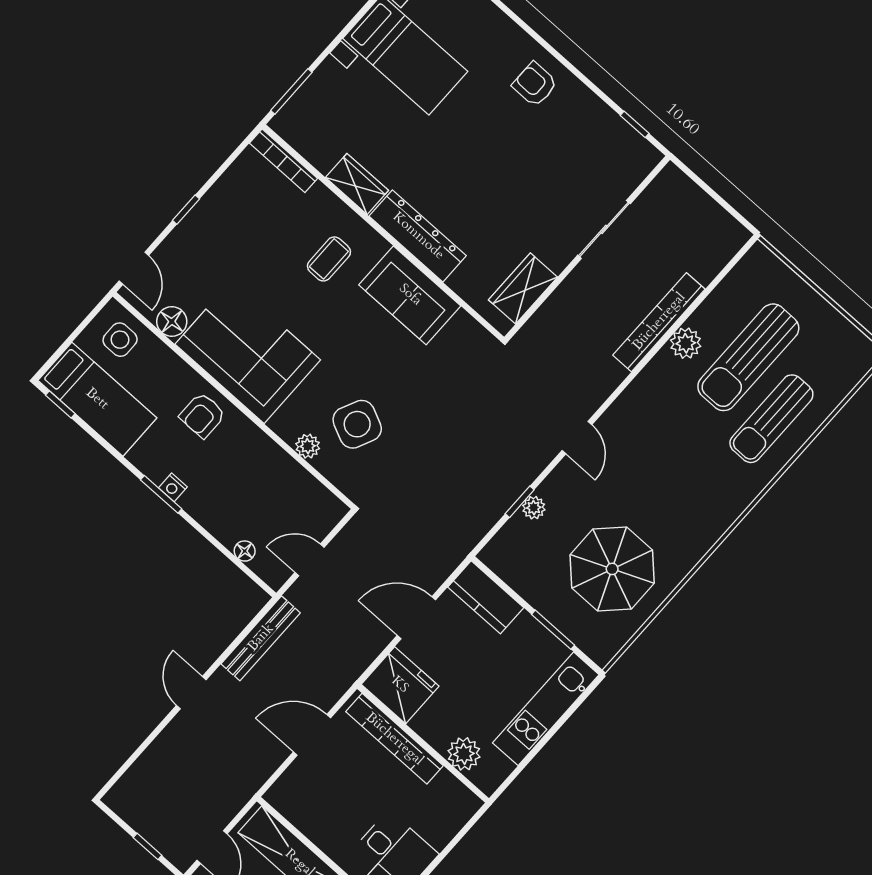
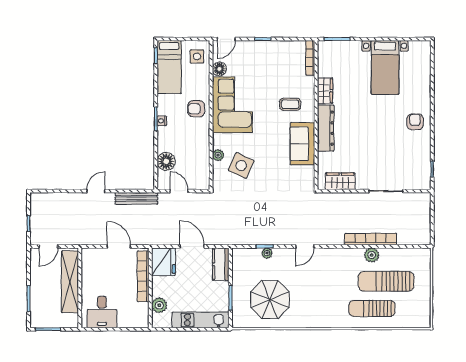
floor lamp: (245, 551) -> (166, 161), width x1.89, depth x1.89

